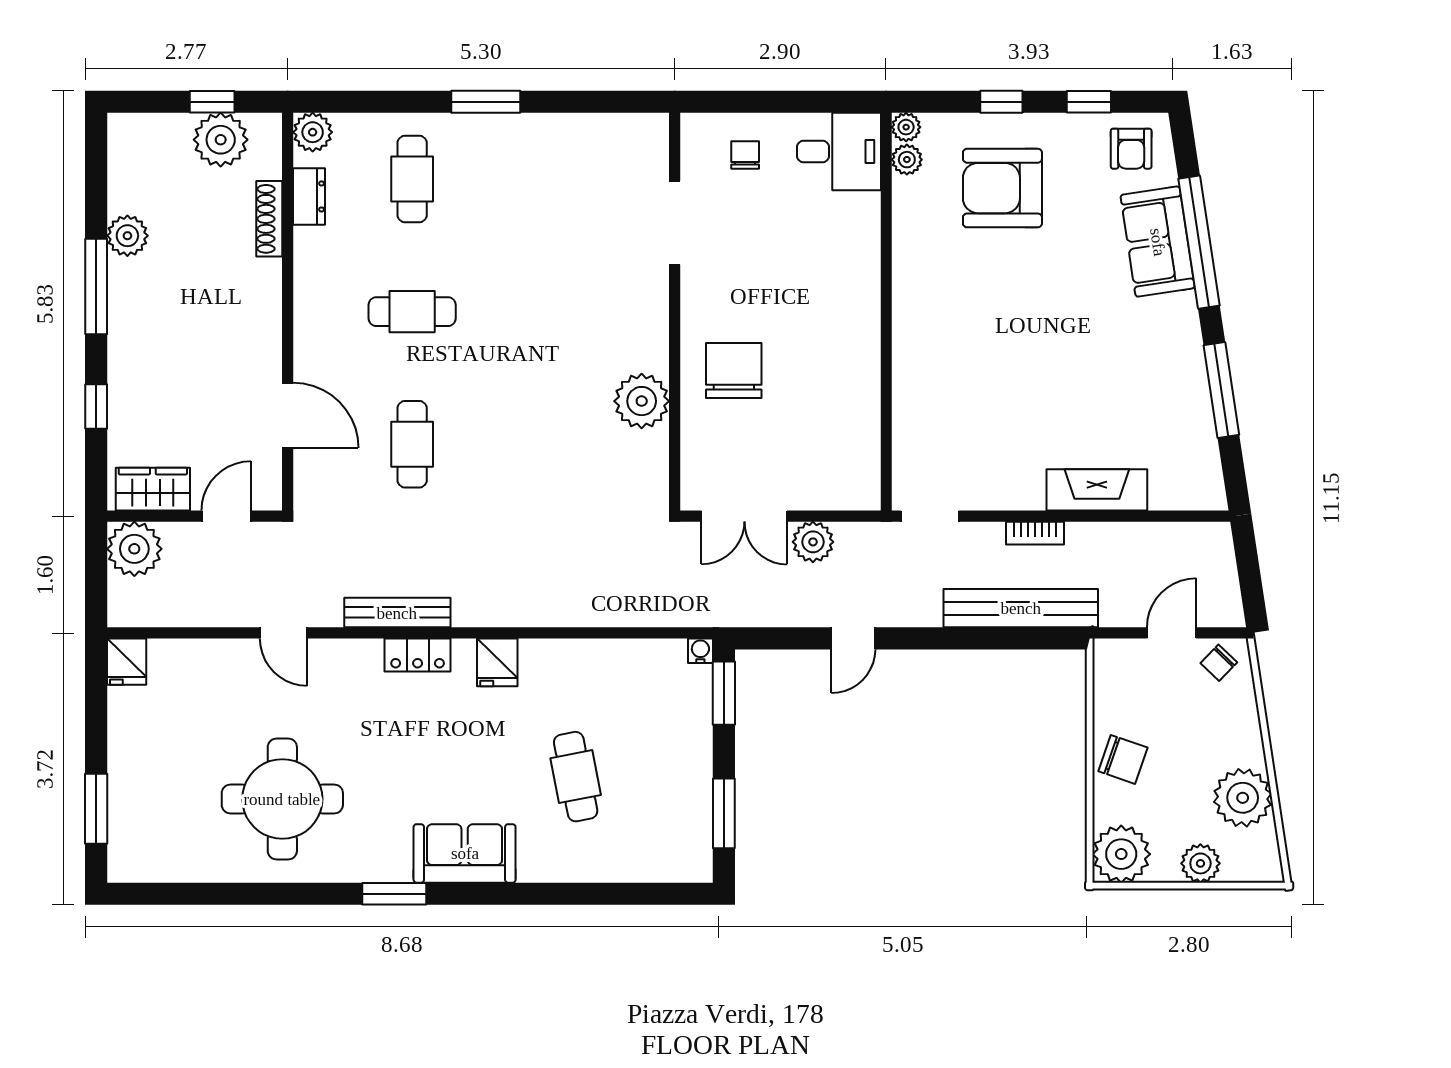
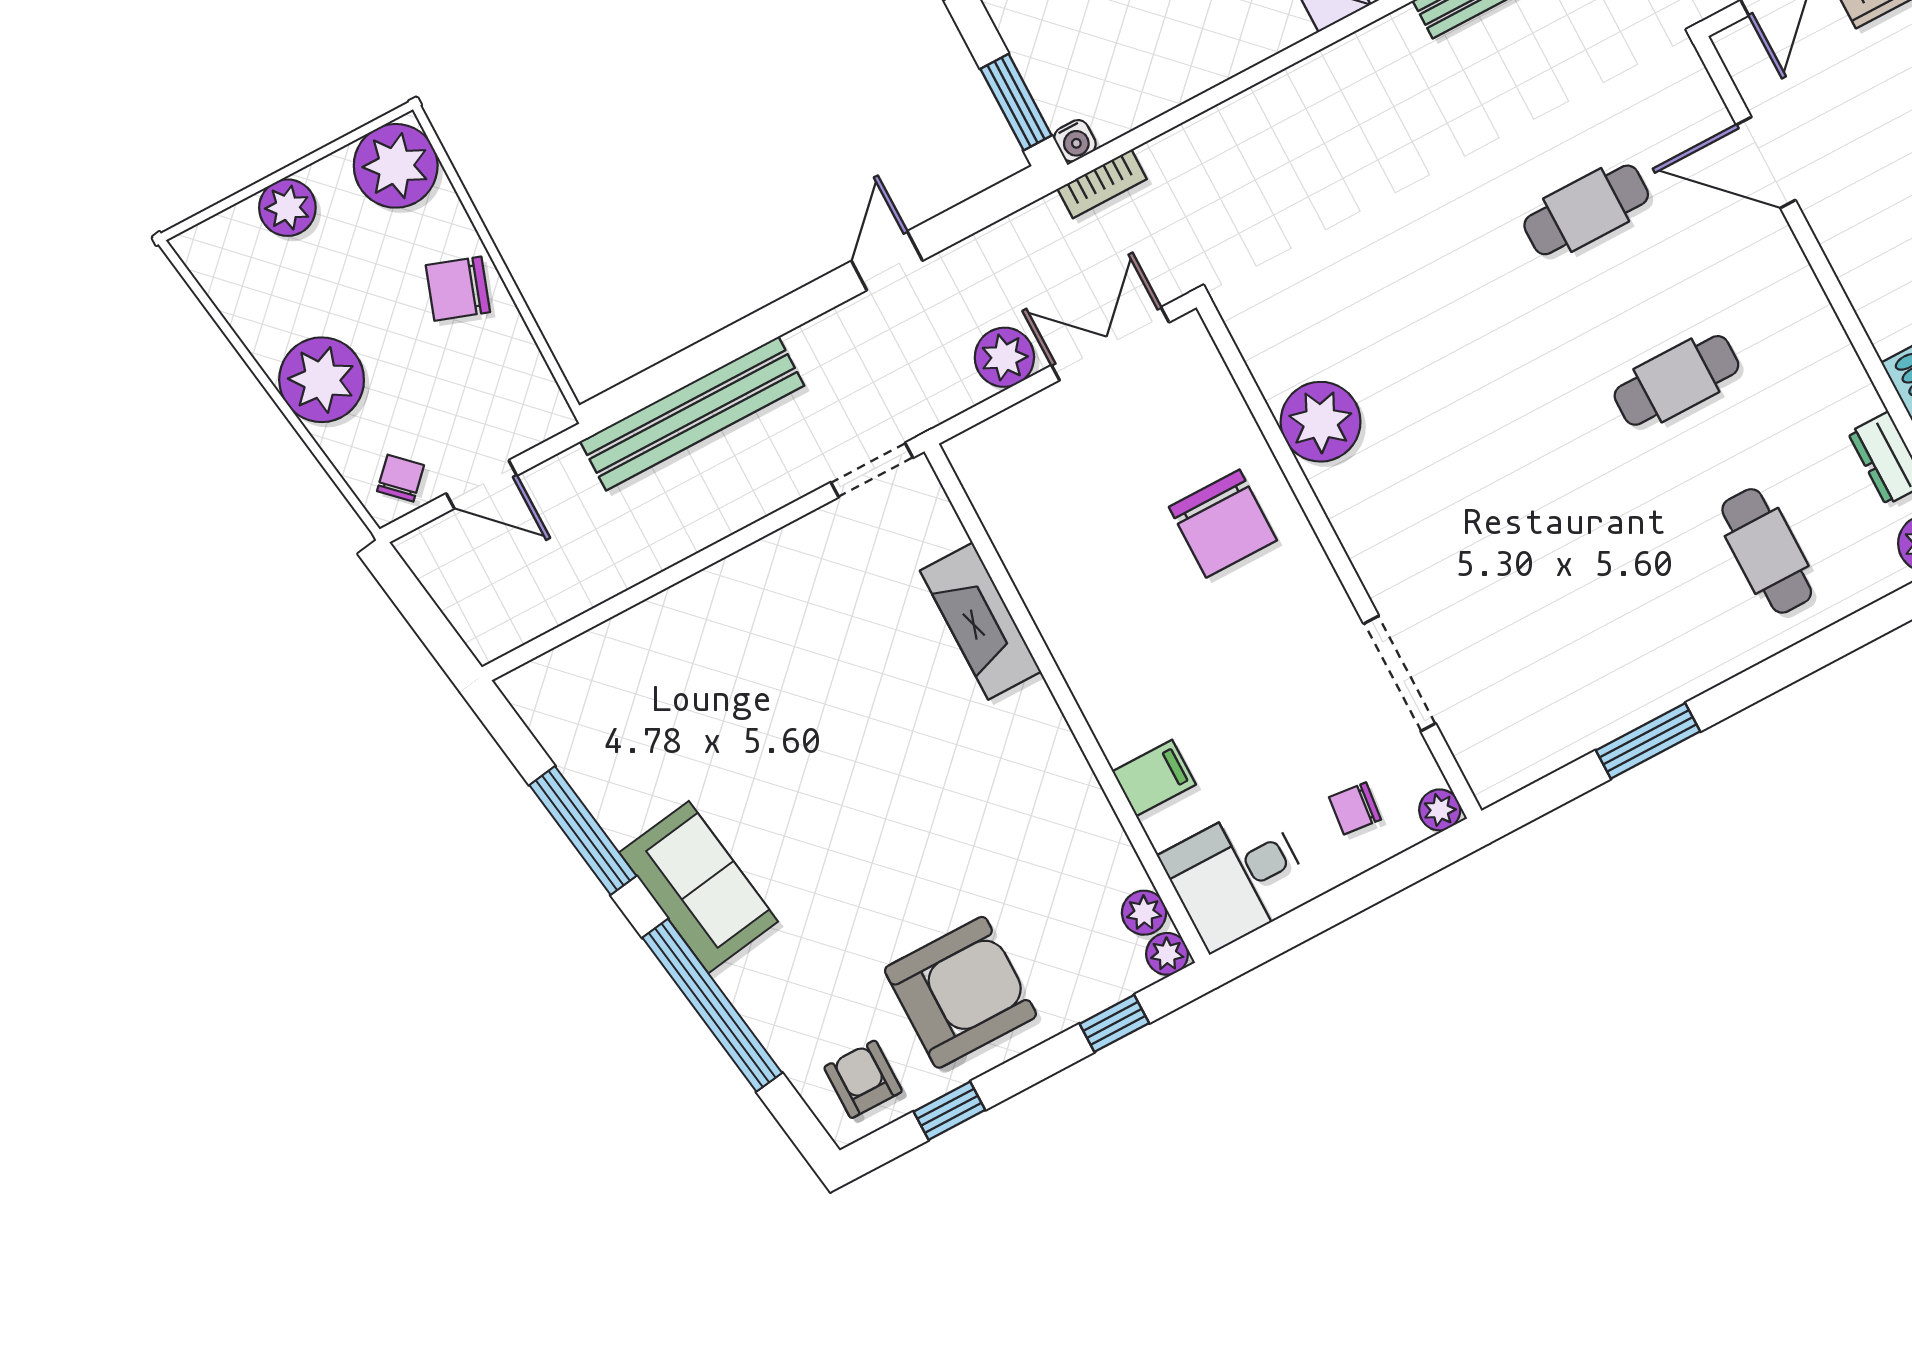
window: (486, 102) -> (1648, 741), moved
window: (1001, 102) -> (1114, 1023), moved
plant: (694, 127) -> (1440, 810), added
chair: (745, 155) -> (1355, 808), turned 96
armchair: (1002, 188) -> (960, 992), moved
filing cabinet: (857, 238) -> (1154, 778), added
sofa: (1158, 242) -> (699, 887), moved
cafe table: (412, 444) -> (1586, 210), turned 90
fireplace: (1097, 490) -> (980, 621), moved, turned 90
bookcase: (1035, 533) -> (1102, 184), moved, turned 180
door: (1172, 633) -> (482, 484), hinge flipped
plant: (1243, 798) -> (322, 380), moved

